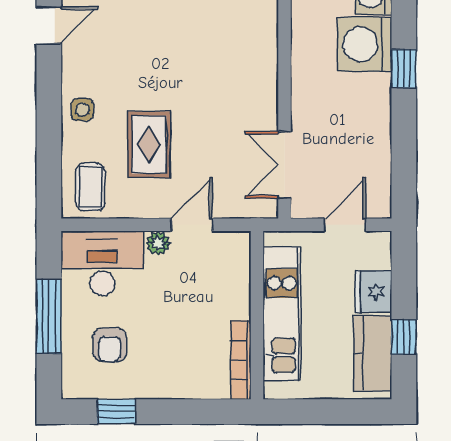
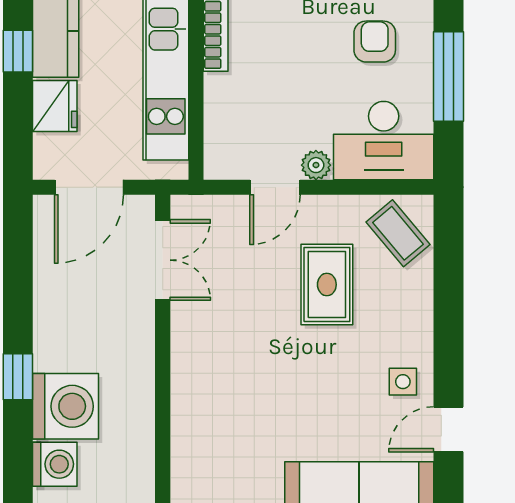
side table: (82, 109) -> (403, 382), moved
coffee table: (90, 187) -> (398, 233), turned -40
door: (345, 225) -> (89, 187), width x1.38

